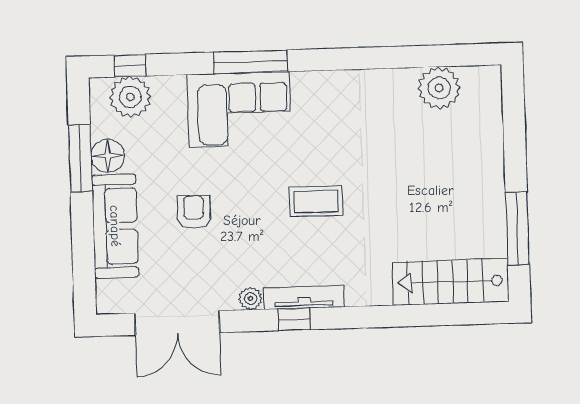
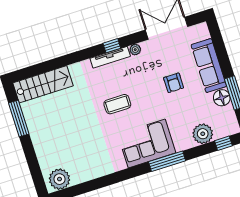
plant: (439, 88) -> (59, 179), moved
plant: (130, 97) -> (203, 134), moved
corner sofa: (239, 109) -> (147, 143), moved

